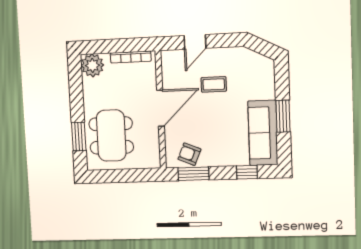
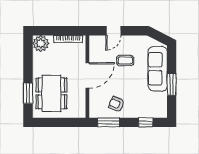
sofa: (263, 133) -> (158, 69), moved
armchair: (189, 154) -> (116, 104), moved

